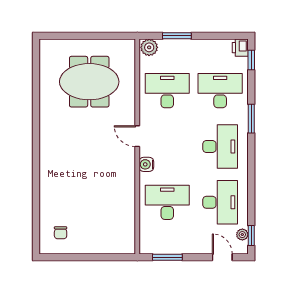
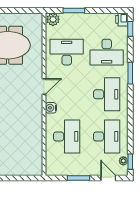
desk: (220, 91) -> (107, 52), turned 180
door: (137, 136) -> (44, 86), swing flipped
desk: (167, 202) -> (67, 136), turned 90
window: (167, 257) -> (78, 178), moved

